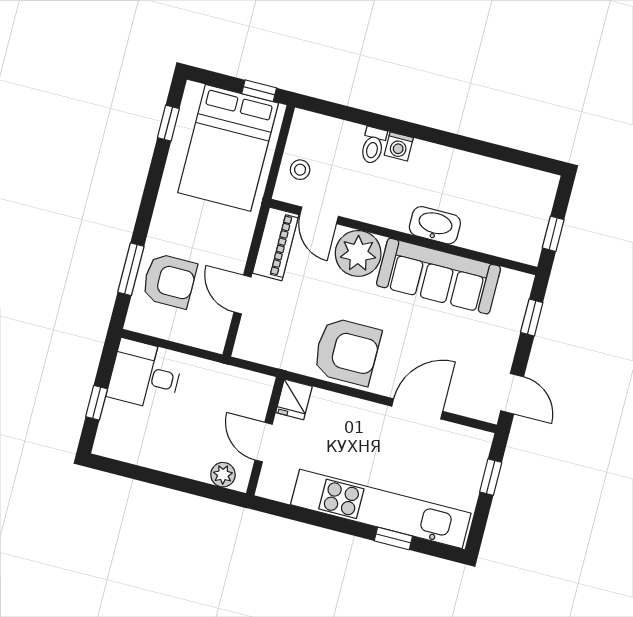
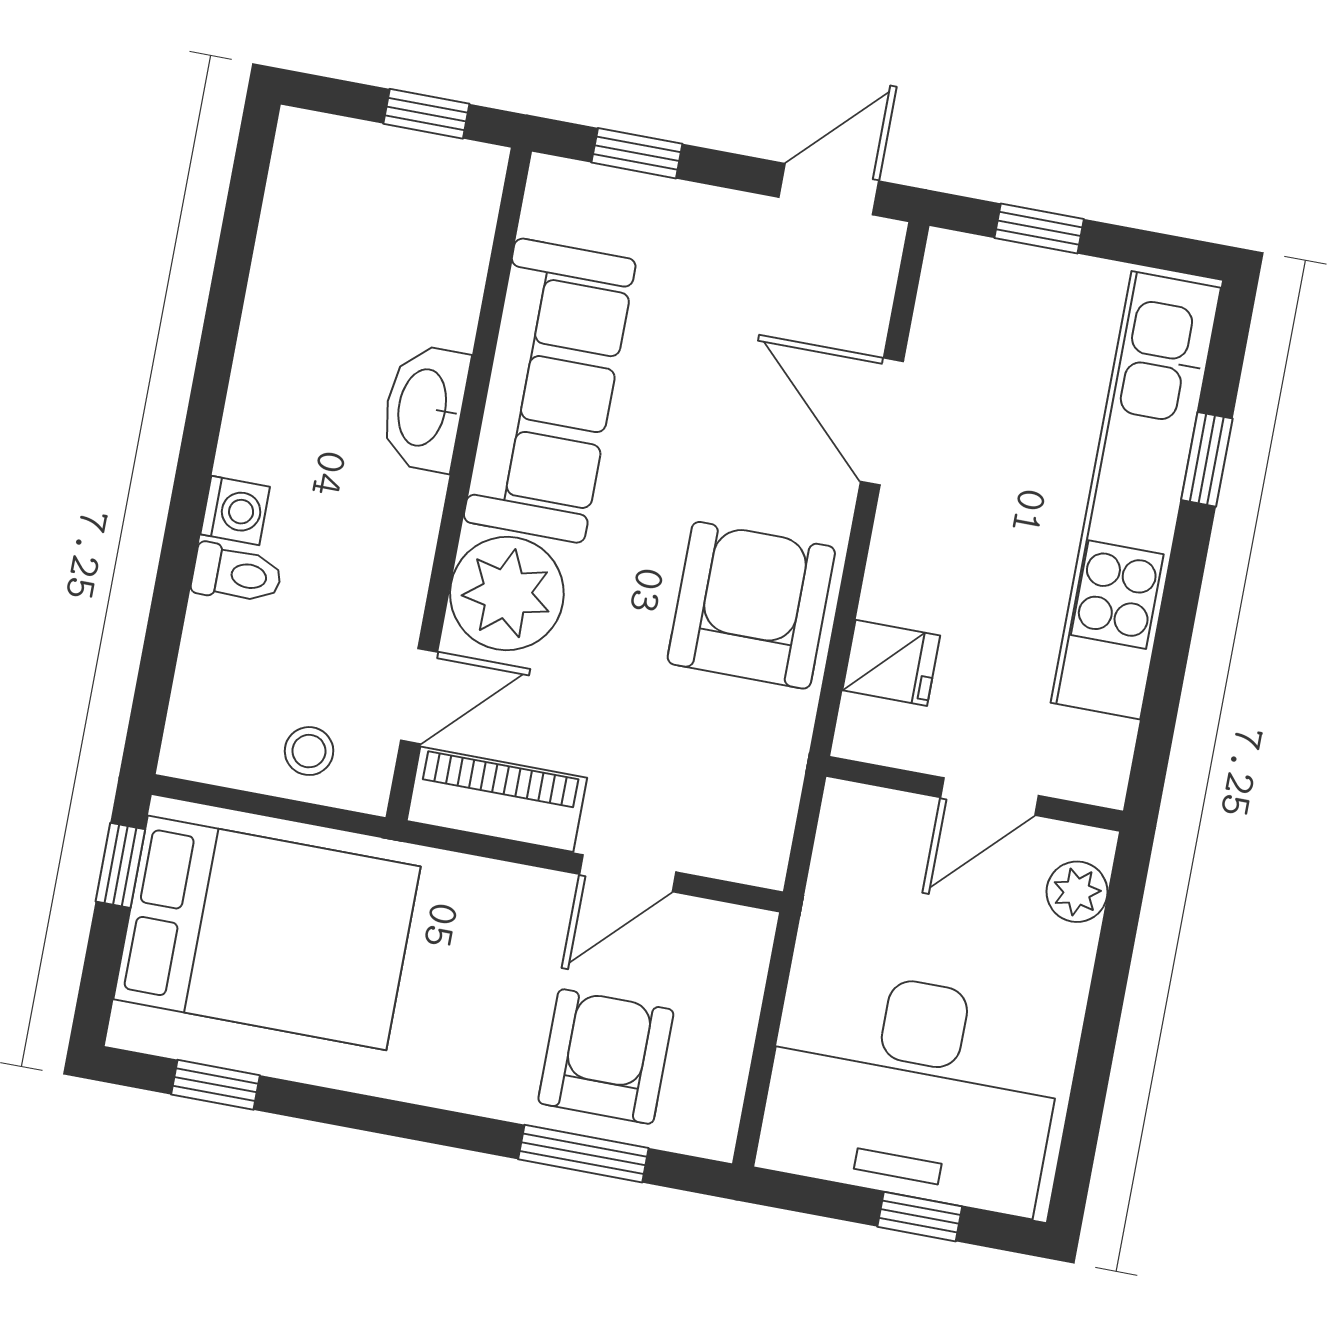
desk: (145, 375) -> (912, 1089), width x1.87, depth x1.30
fridge: (294, 399) -> (891, 663), moved

